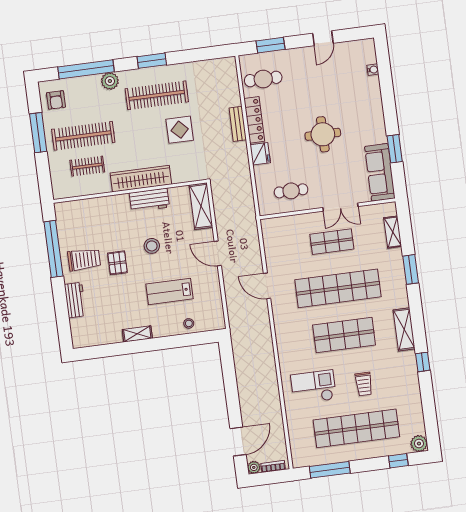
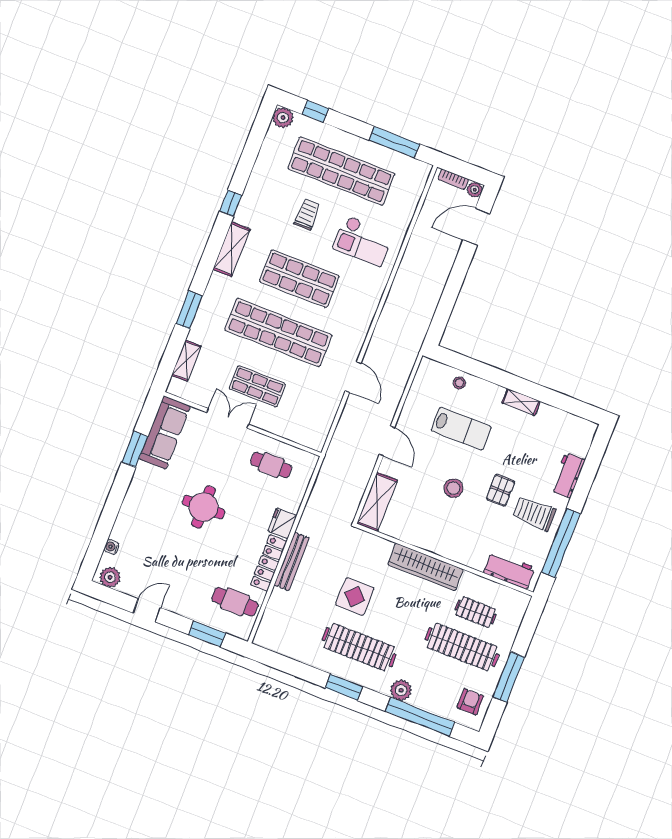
plant: (362, 47) -> (110, 577), added
bench: (238, 124) -> (292, 561), width x1.36
workbench: (149, 200) -> (509, 570), moved

